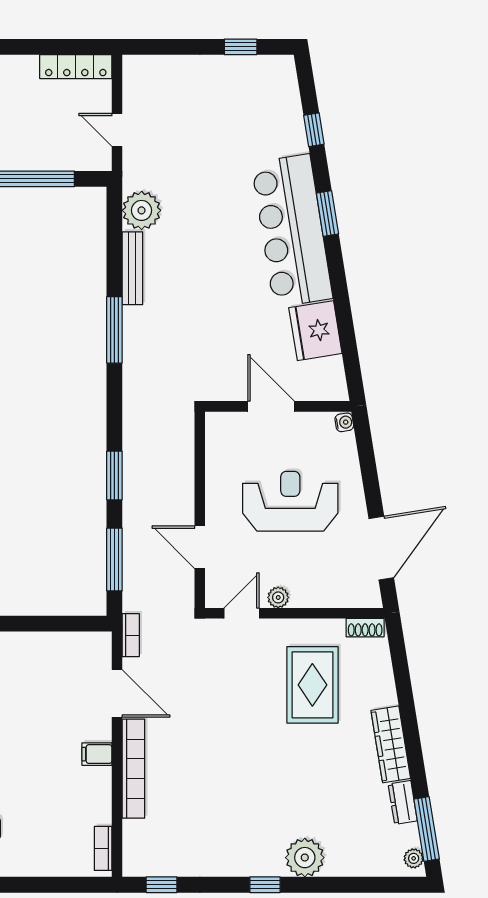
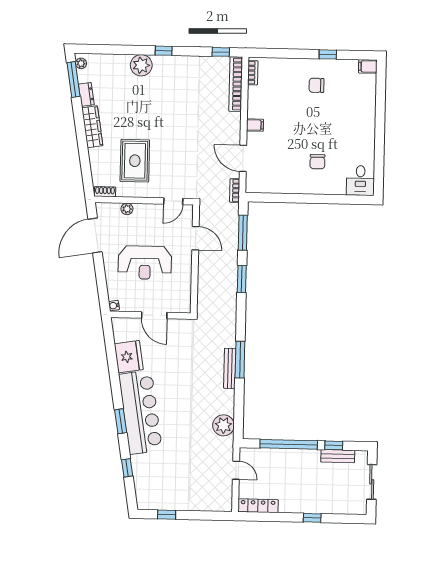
bench: (132, 268) -> (230, 368), moved
plant: (278, 597) -> (127, 209), moved
bookcase: (133, 769) -> (236, 84), moved

